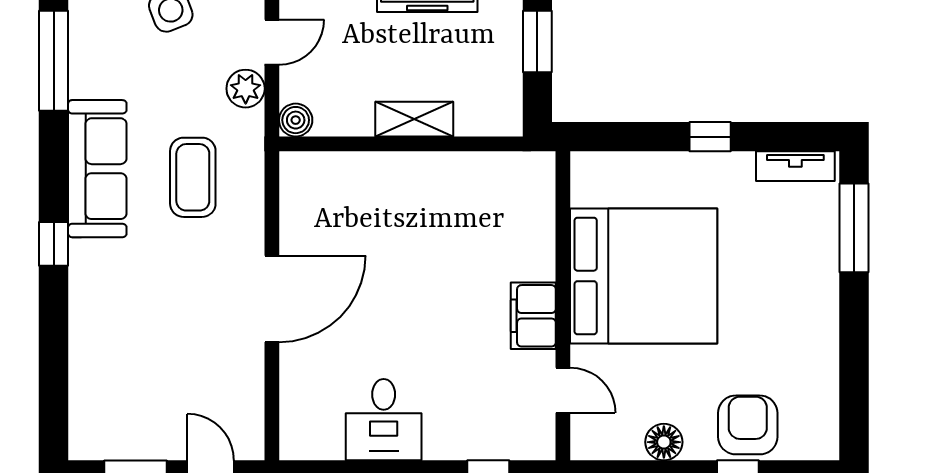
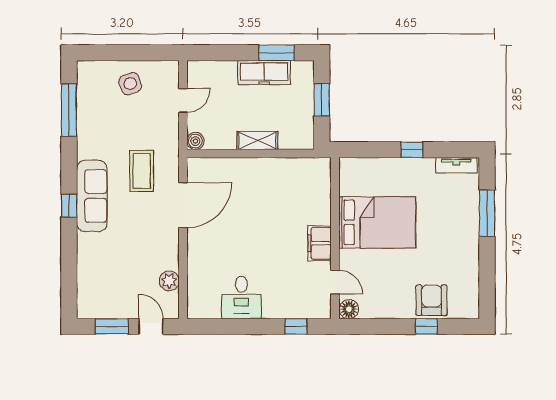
plant: (246, 89) -> (169, 281), moved
sofa: (97, 169) -> (92, 196), moved
window: (854, 228) -> (487, 213), moved
bed: (644, 276) -> (377, 222), width x0.73
door: (272, 299) -> (183, 205), moved
floor lamp: (664, 442) -> (349, 309), moved

